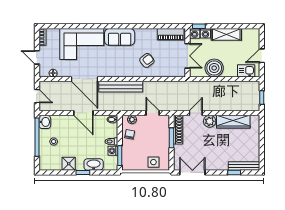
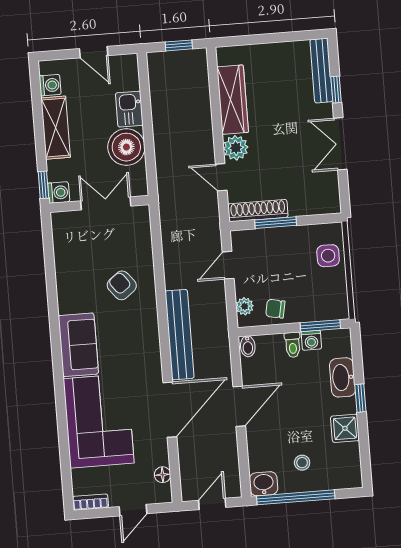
washing machine: (205, 33) -> (50, 85), moved
piano: (171, 34) -> (64, 241), removed
kitchen sink: (246, 71) -> (129, 109), moved
double door: (192, 172) -> (340, 144), moved

